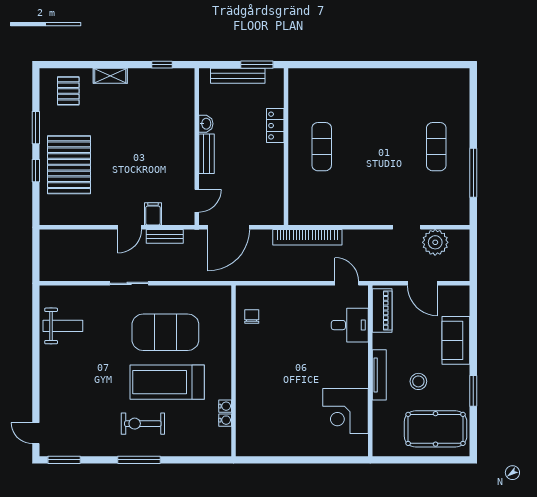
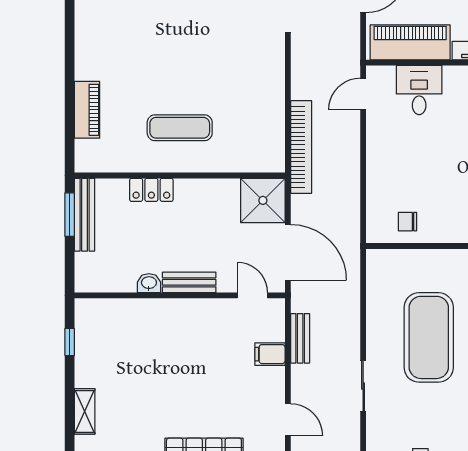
bench: (238, 76) -> (85, 215), moved
piano: (335, 78) -> (87, 110), added
shower: (267, 209) -> (263, 200), added
door: (130, 227) -> (288, 420), moved
piano: (382, 310) -> (410, 42), width x1.37, depth x1.33

